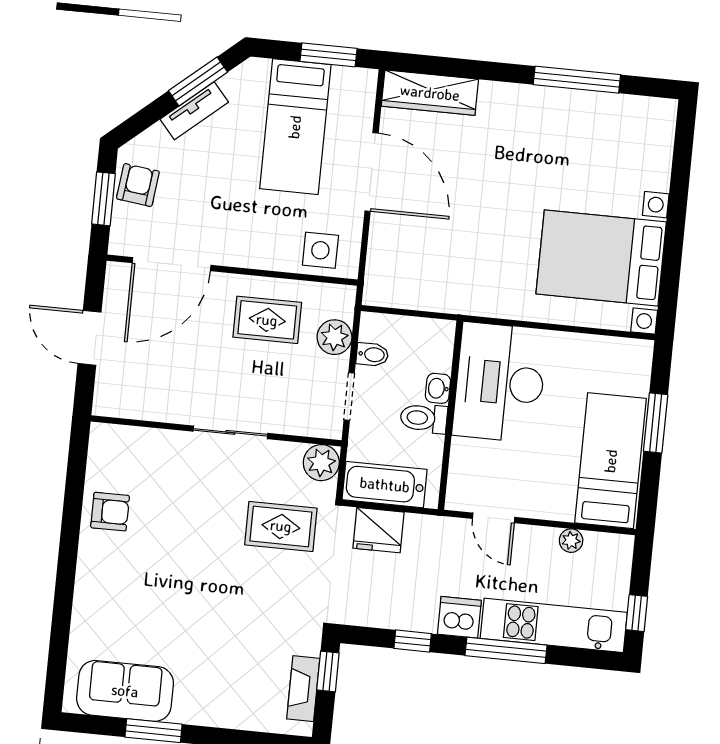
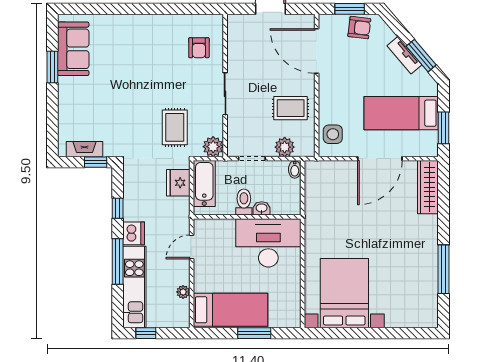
rug: (267, 320) -> (291, 108), turned 90
bidet: (372, 354) -> (295, 169), moved
armchair: (110, 512) -> (199, 48), moved

